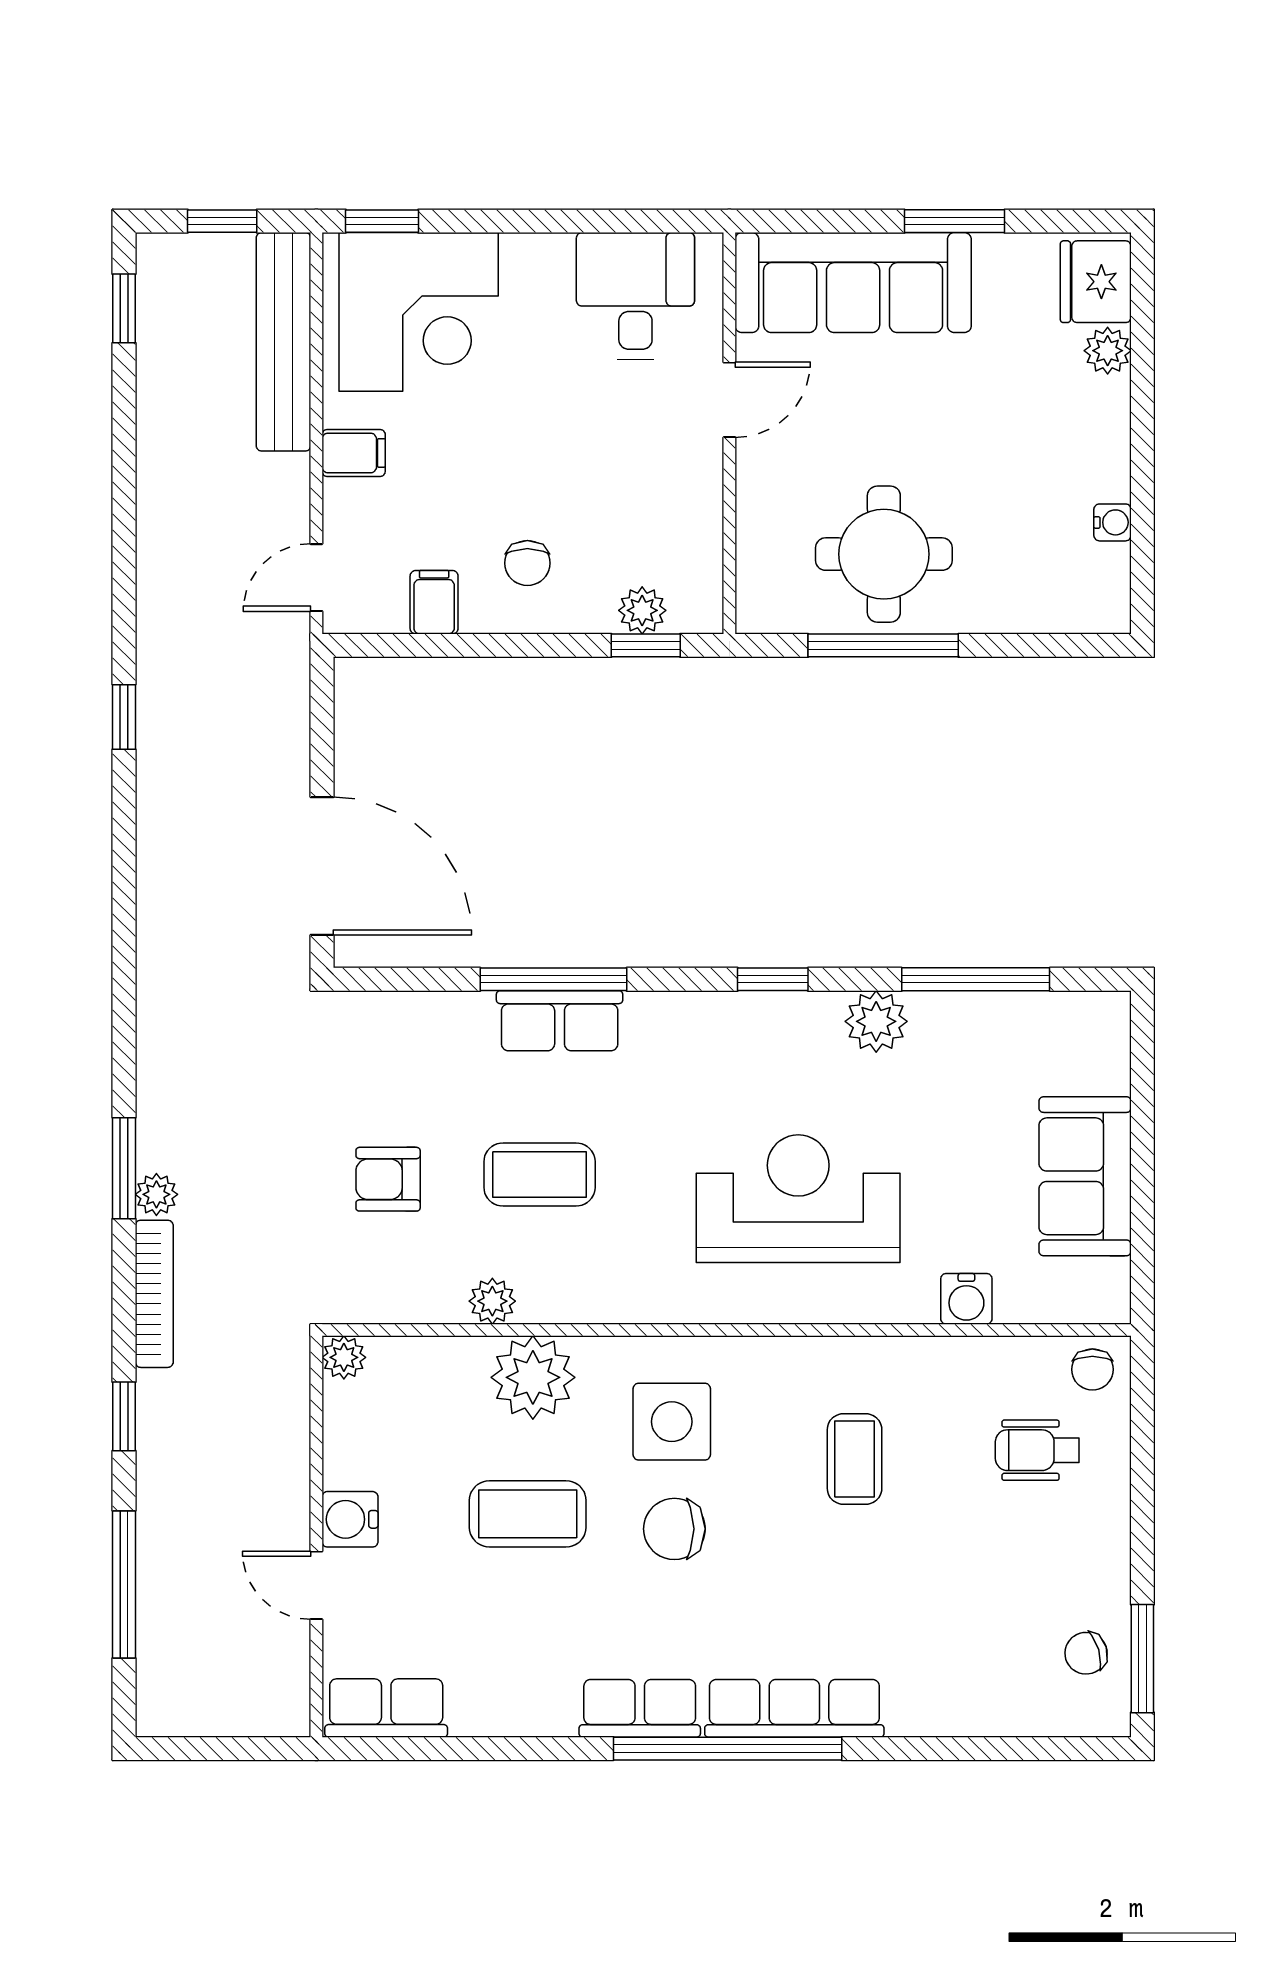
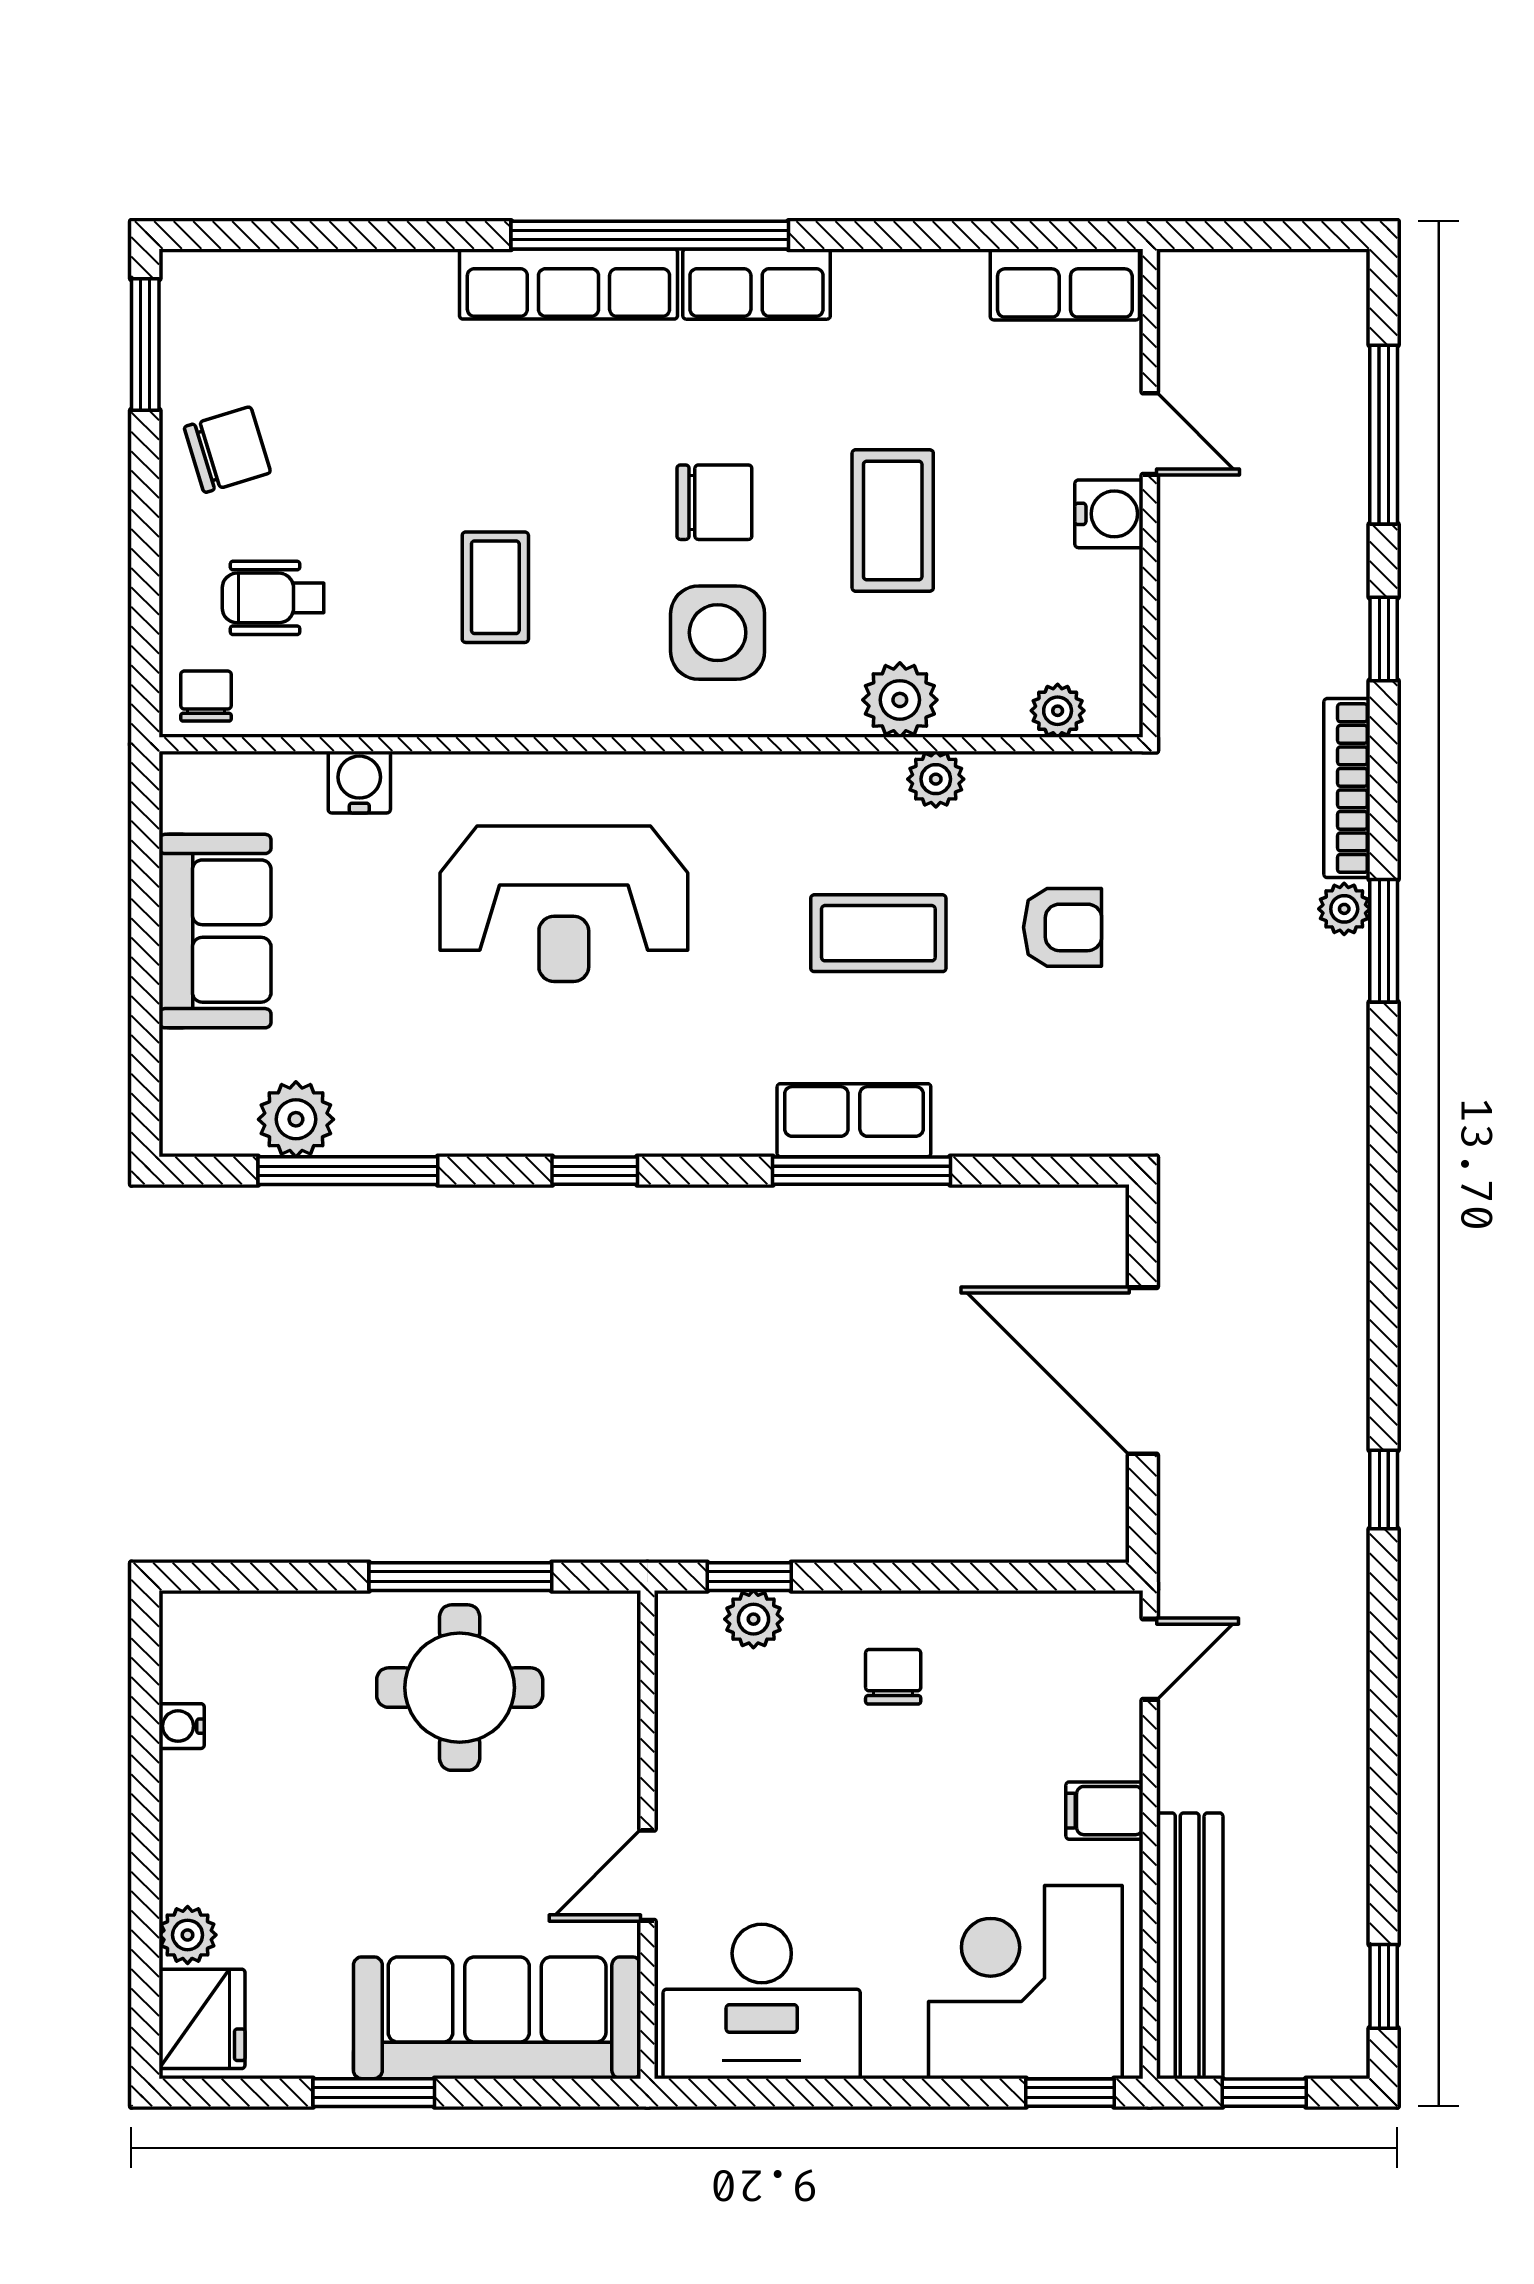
desk: (635, 296) -> (762, 2001), width x1.37
filing cabinet: (434, 602) -> (1007, 1629), removed
door: (322, 866) -> (1143, 1371), moved
plant: (876, 1021) -> (296, 1119), moved
plant: (344, 1357) -> (1058, 711), moved
plant: (533, 1377) -> (900, 700), width x0.73, depth x0.73
wheelchair: (1037, 1450) -> (273, 598), turned 180
coffee table: (528, 1514) -> (893, 520), turned 90
chair: (1086, 1653) -> (227, 450), moved, width x1.37, depth x1.37

